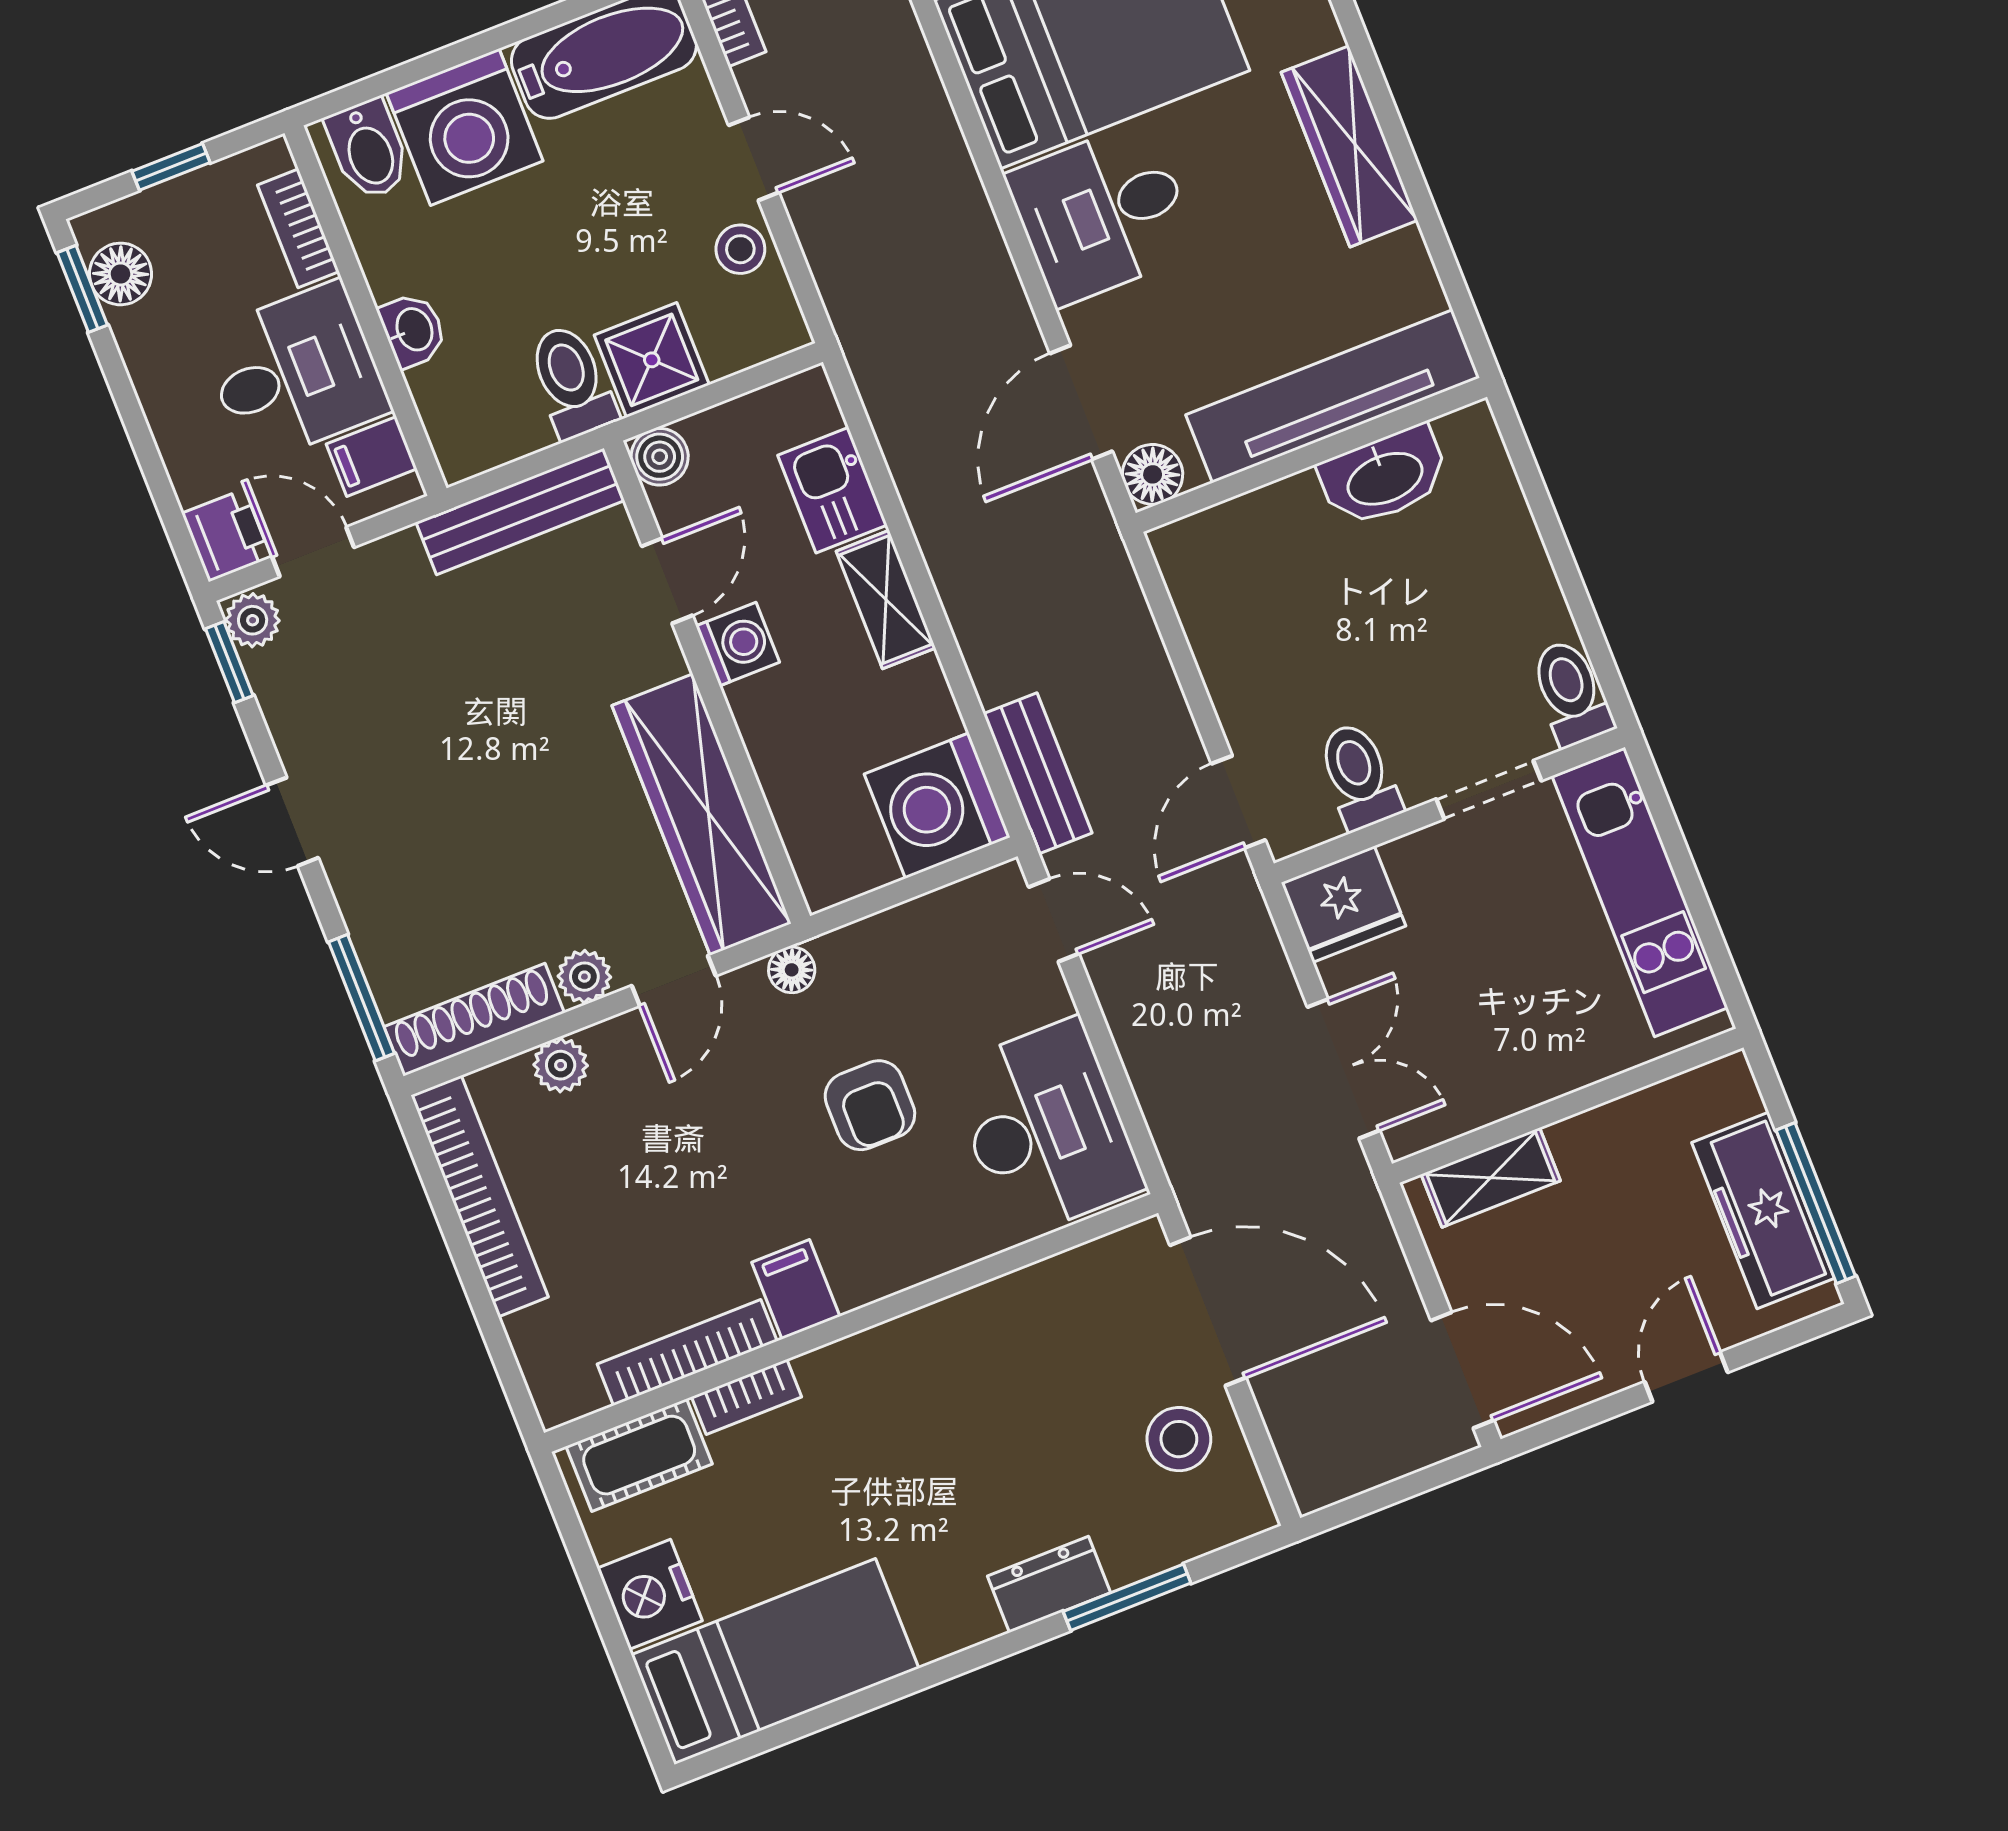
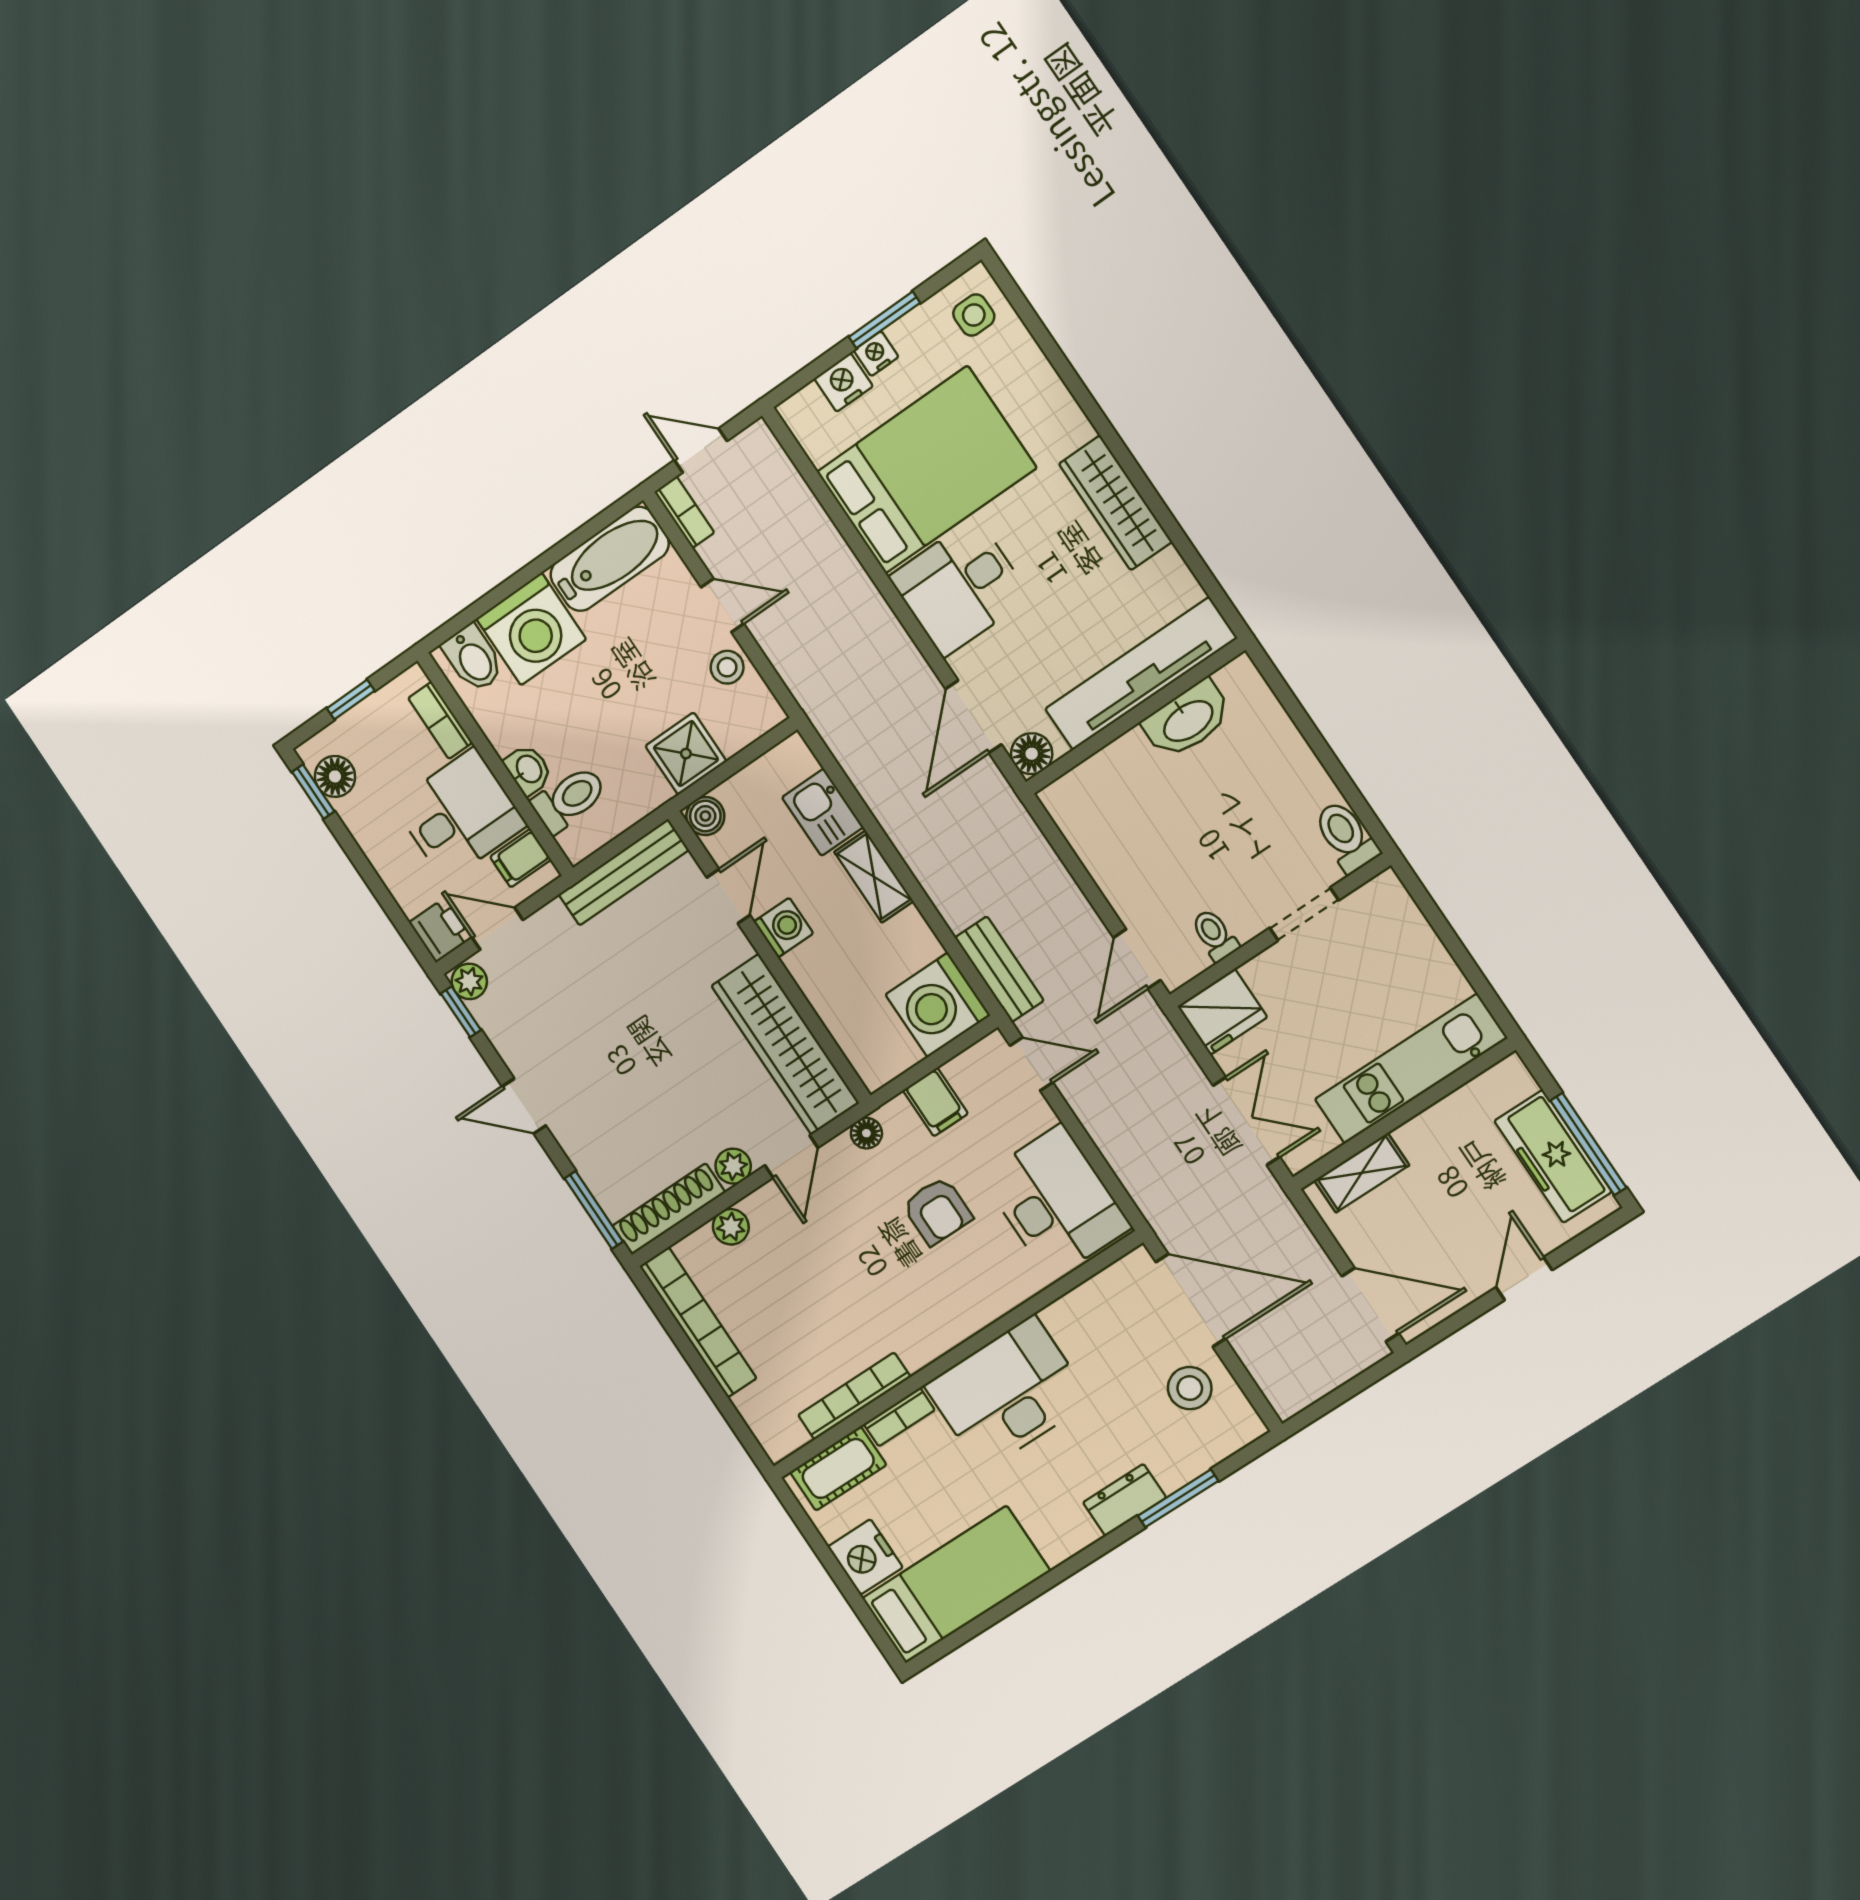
toilet: (572, 381) -> (569, 799), moved, turned 90
toilet: (1359, 776) -> (1215, 935), width x0.73, depth x0.72
kitchen unit: (1640, 892) -> (1411, 1069), moved, turned 90
filing cabinet: (796, 1289) -> (935, 1102), moved, turned 180
desk: (914, 1394) -> (1008, 1393), added

